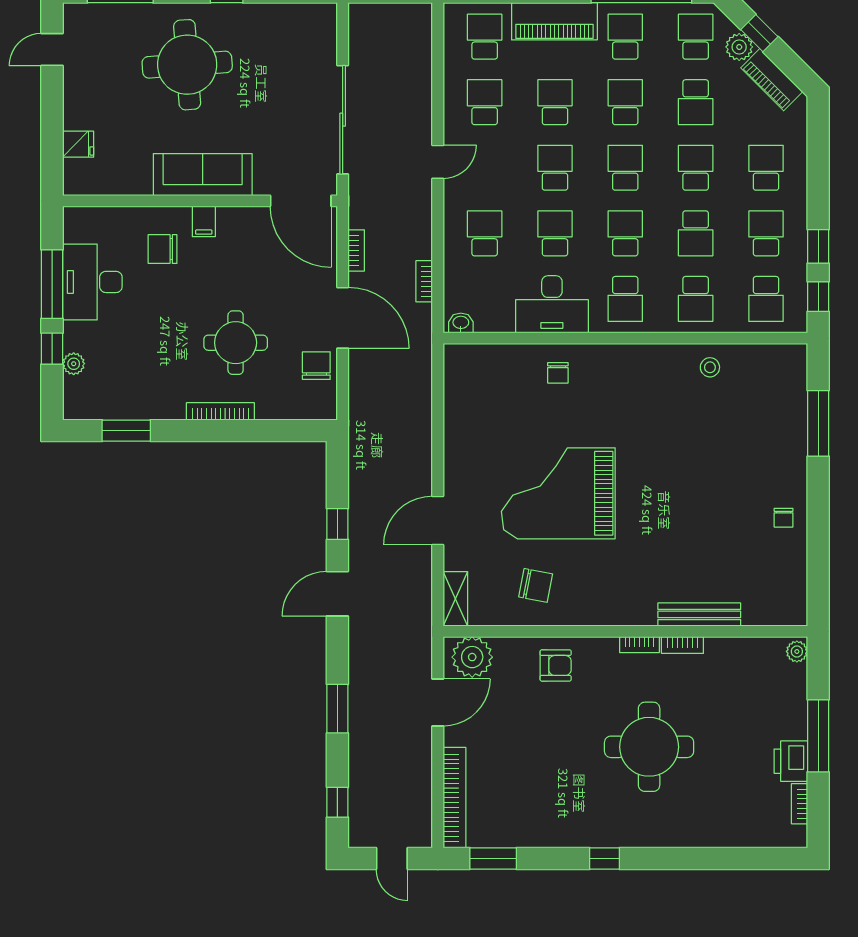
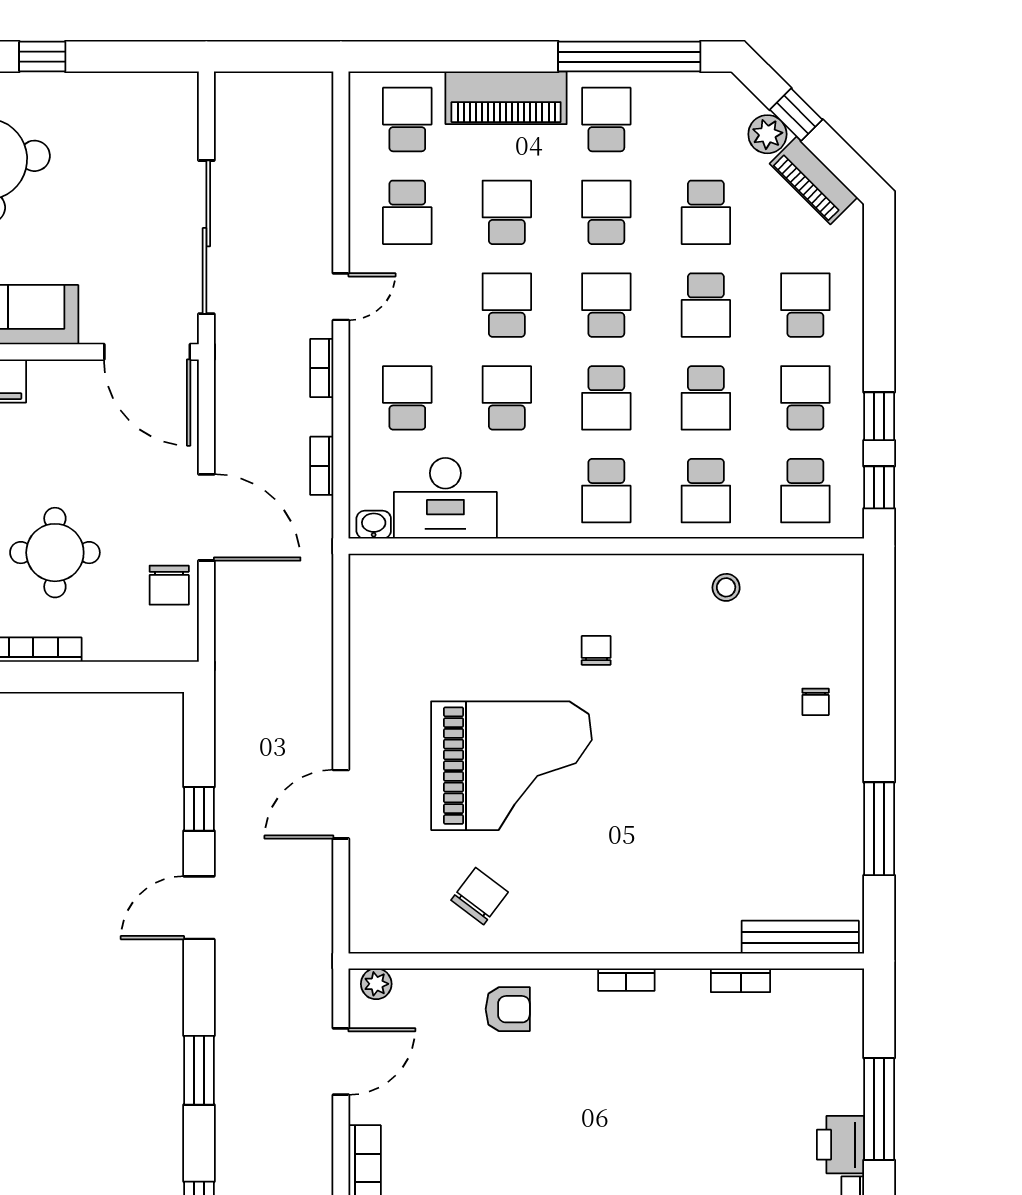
school desk: (696, 37) -> (706, 120), removed
school desk: (485, 102) -> (407, 212), turned 180
school desk: (696, 168) -> (706, 305), turned 180
school desk: (625, 233) -> (606, 398), turned 180
bookcase: (356, 250) -> (322, 368), moved, turned 180
desk: (552, 304) -> (445, 498), moved
chair: (316, 366) -> (169, 585), turned 180
chair: (558, 373) -> (596, 650), moved, turned 180
window: (818, 423) -> (879, 829), moved
grand piano: (558, 493) -> (512, 766), turned 180
chair: (784, 518) -> (816, 702), moved
chair: (536, 585) -> (480, 896), turned -64
shelving: (455, 599) -> (366, 915), removed
bench: (699, 614) -> (800, 937), moved
bookcase: (682, 645) -> (741, 980), moved
plant: (797, 651) -> (849, 989), removed
plant: (472, 657) -> (376, 984), width x0.53, depth x0.53
round table: (649, 747) -> (640, 1124), removed

